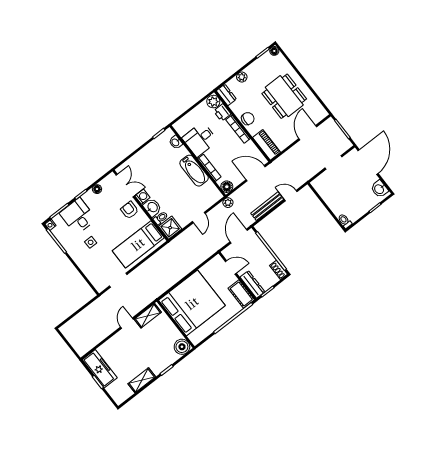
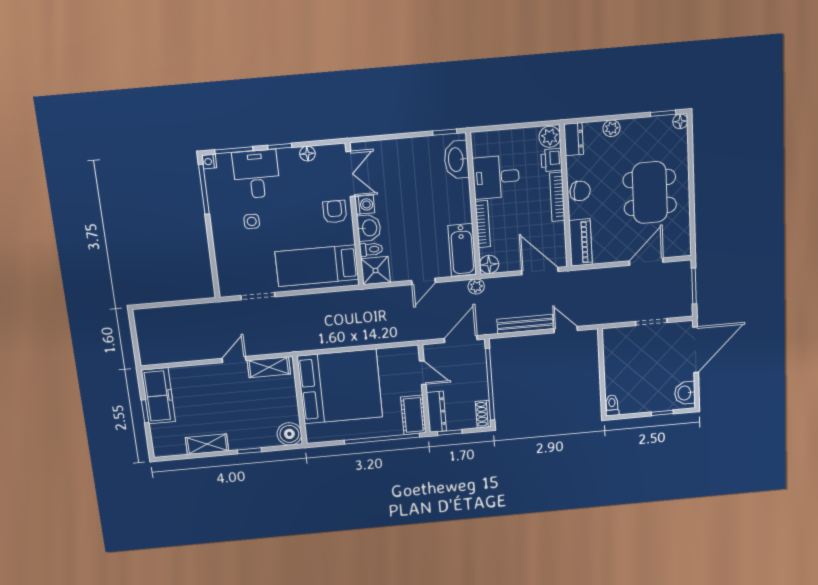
washbasin: (176, 142) -> (456, 160), width x1.91, depth x1.45
bathtub: (194, 171) -> (462, 250), moved

